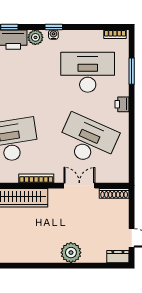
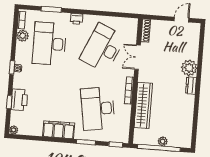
plant: (35, 37) -> (23, 36), moved
dresser: (118, 257) -> (191, 86), moved

